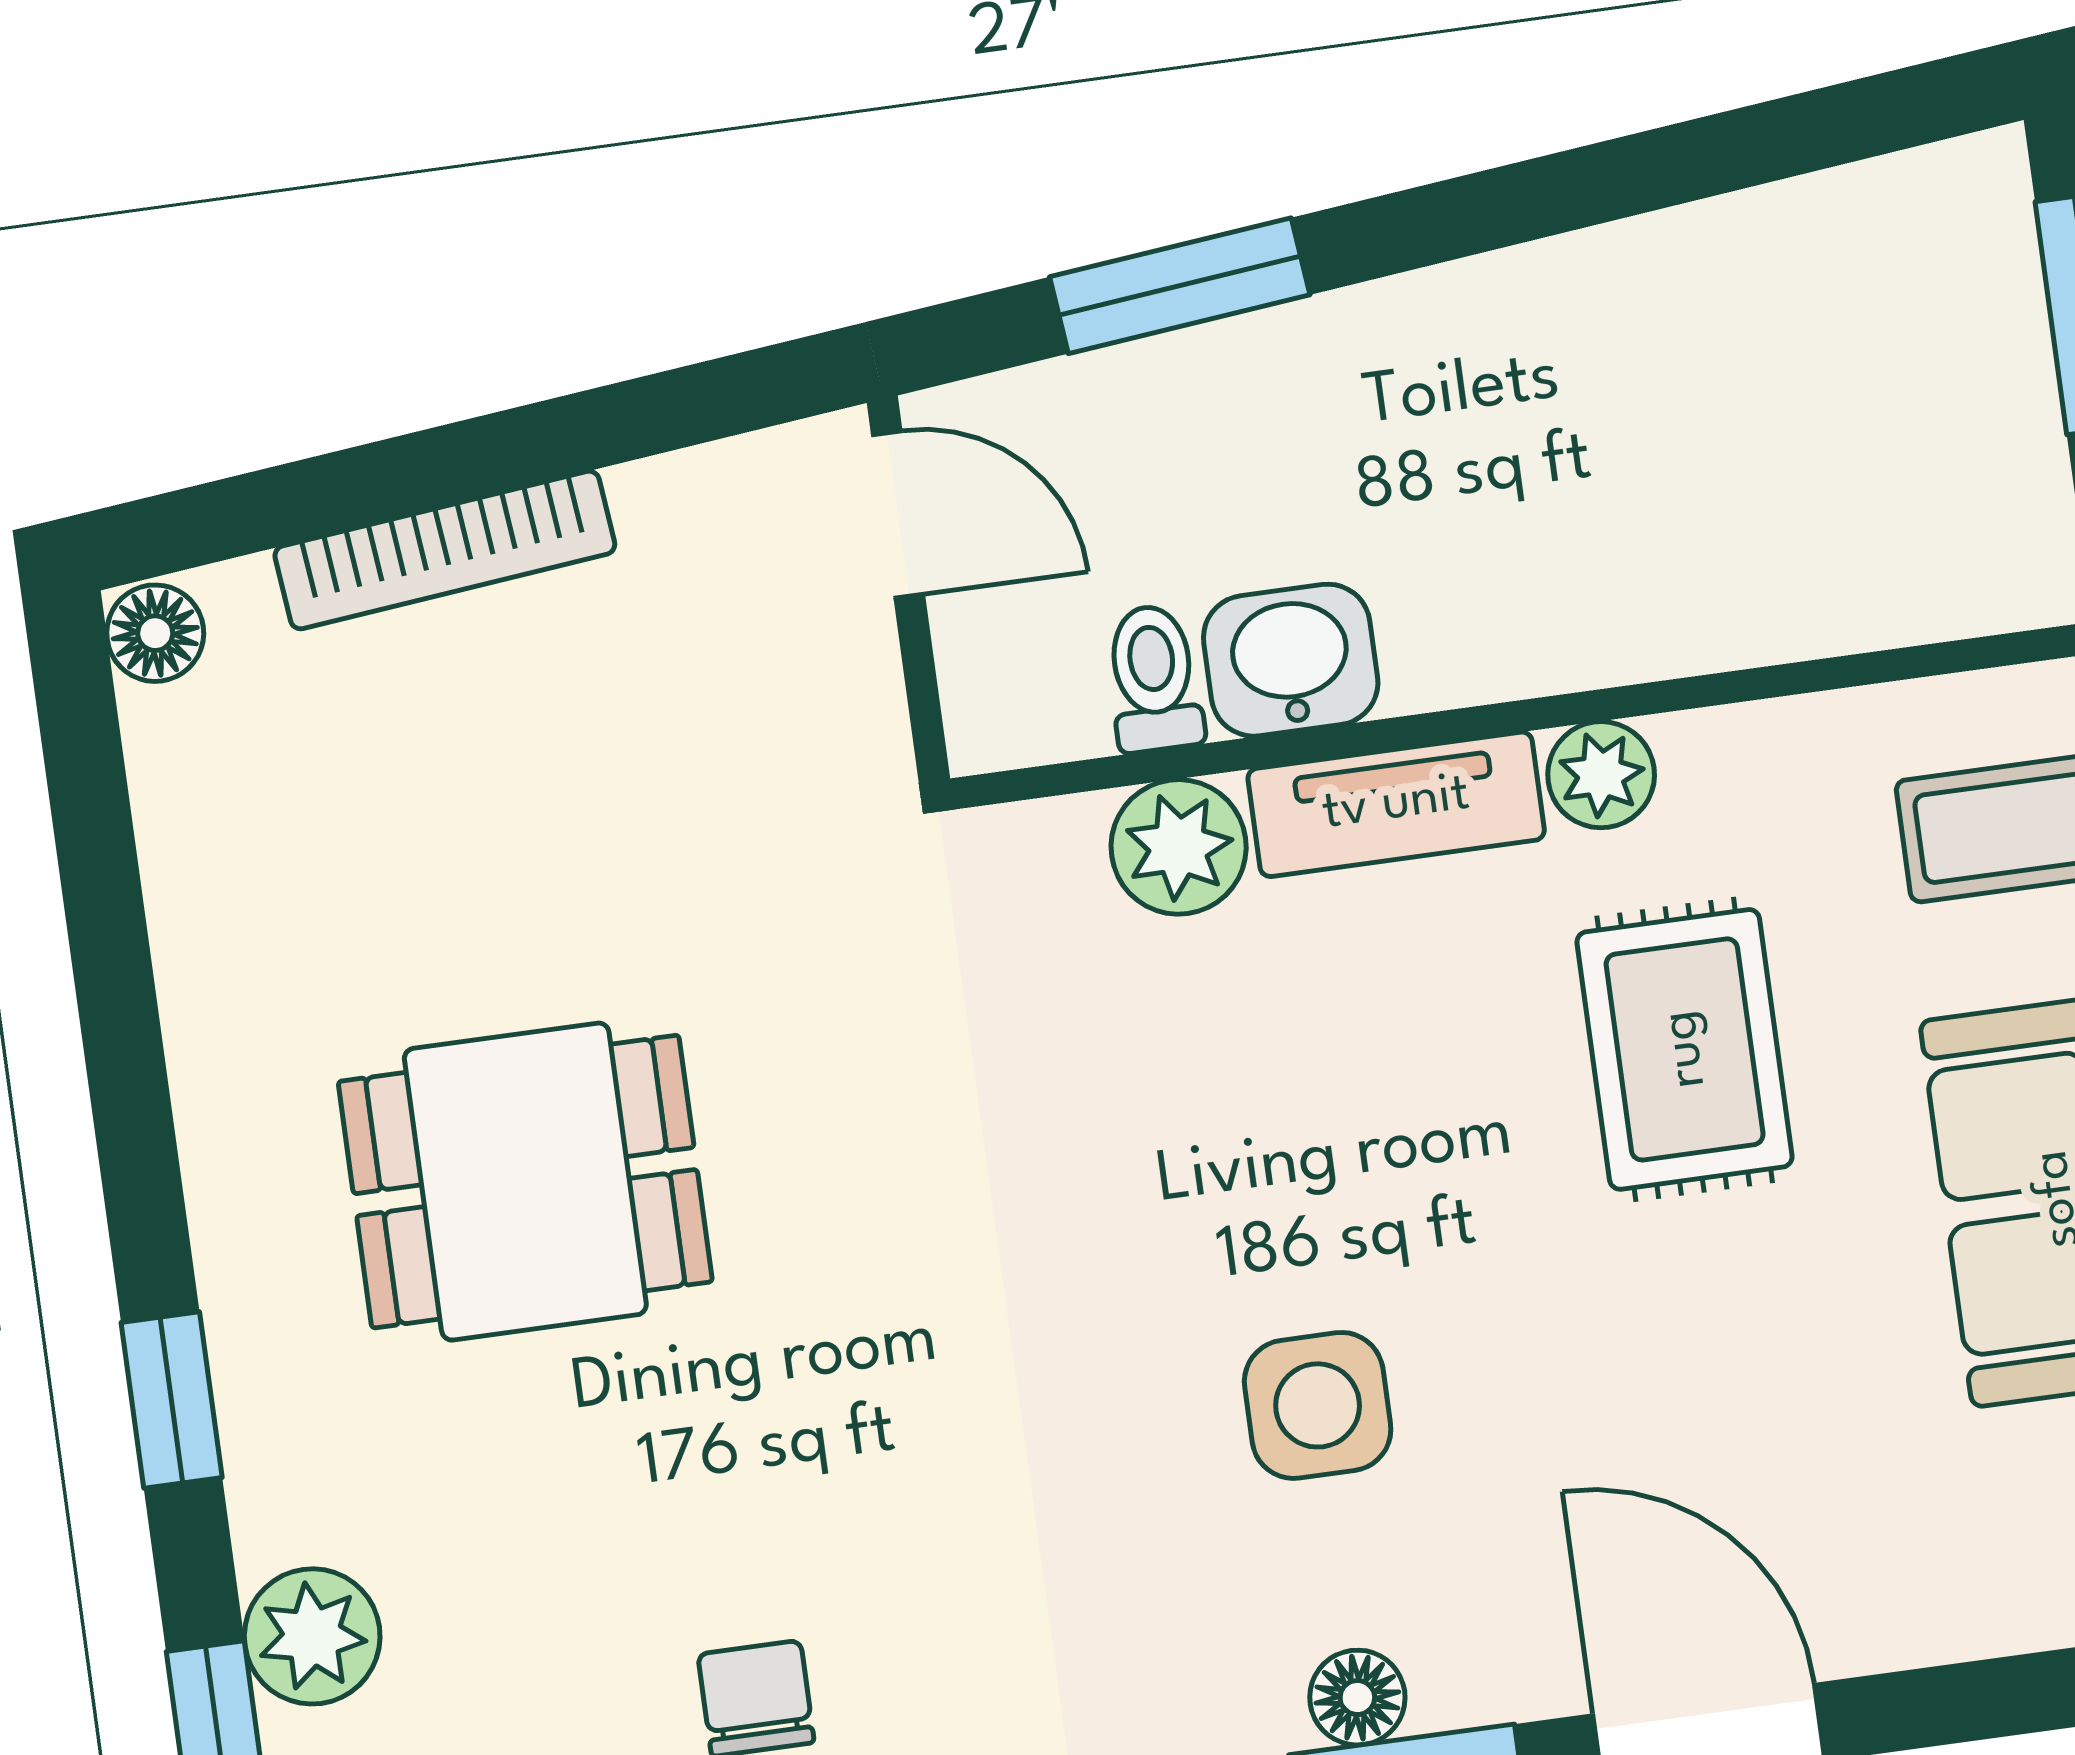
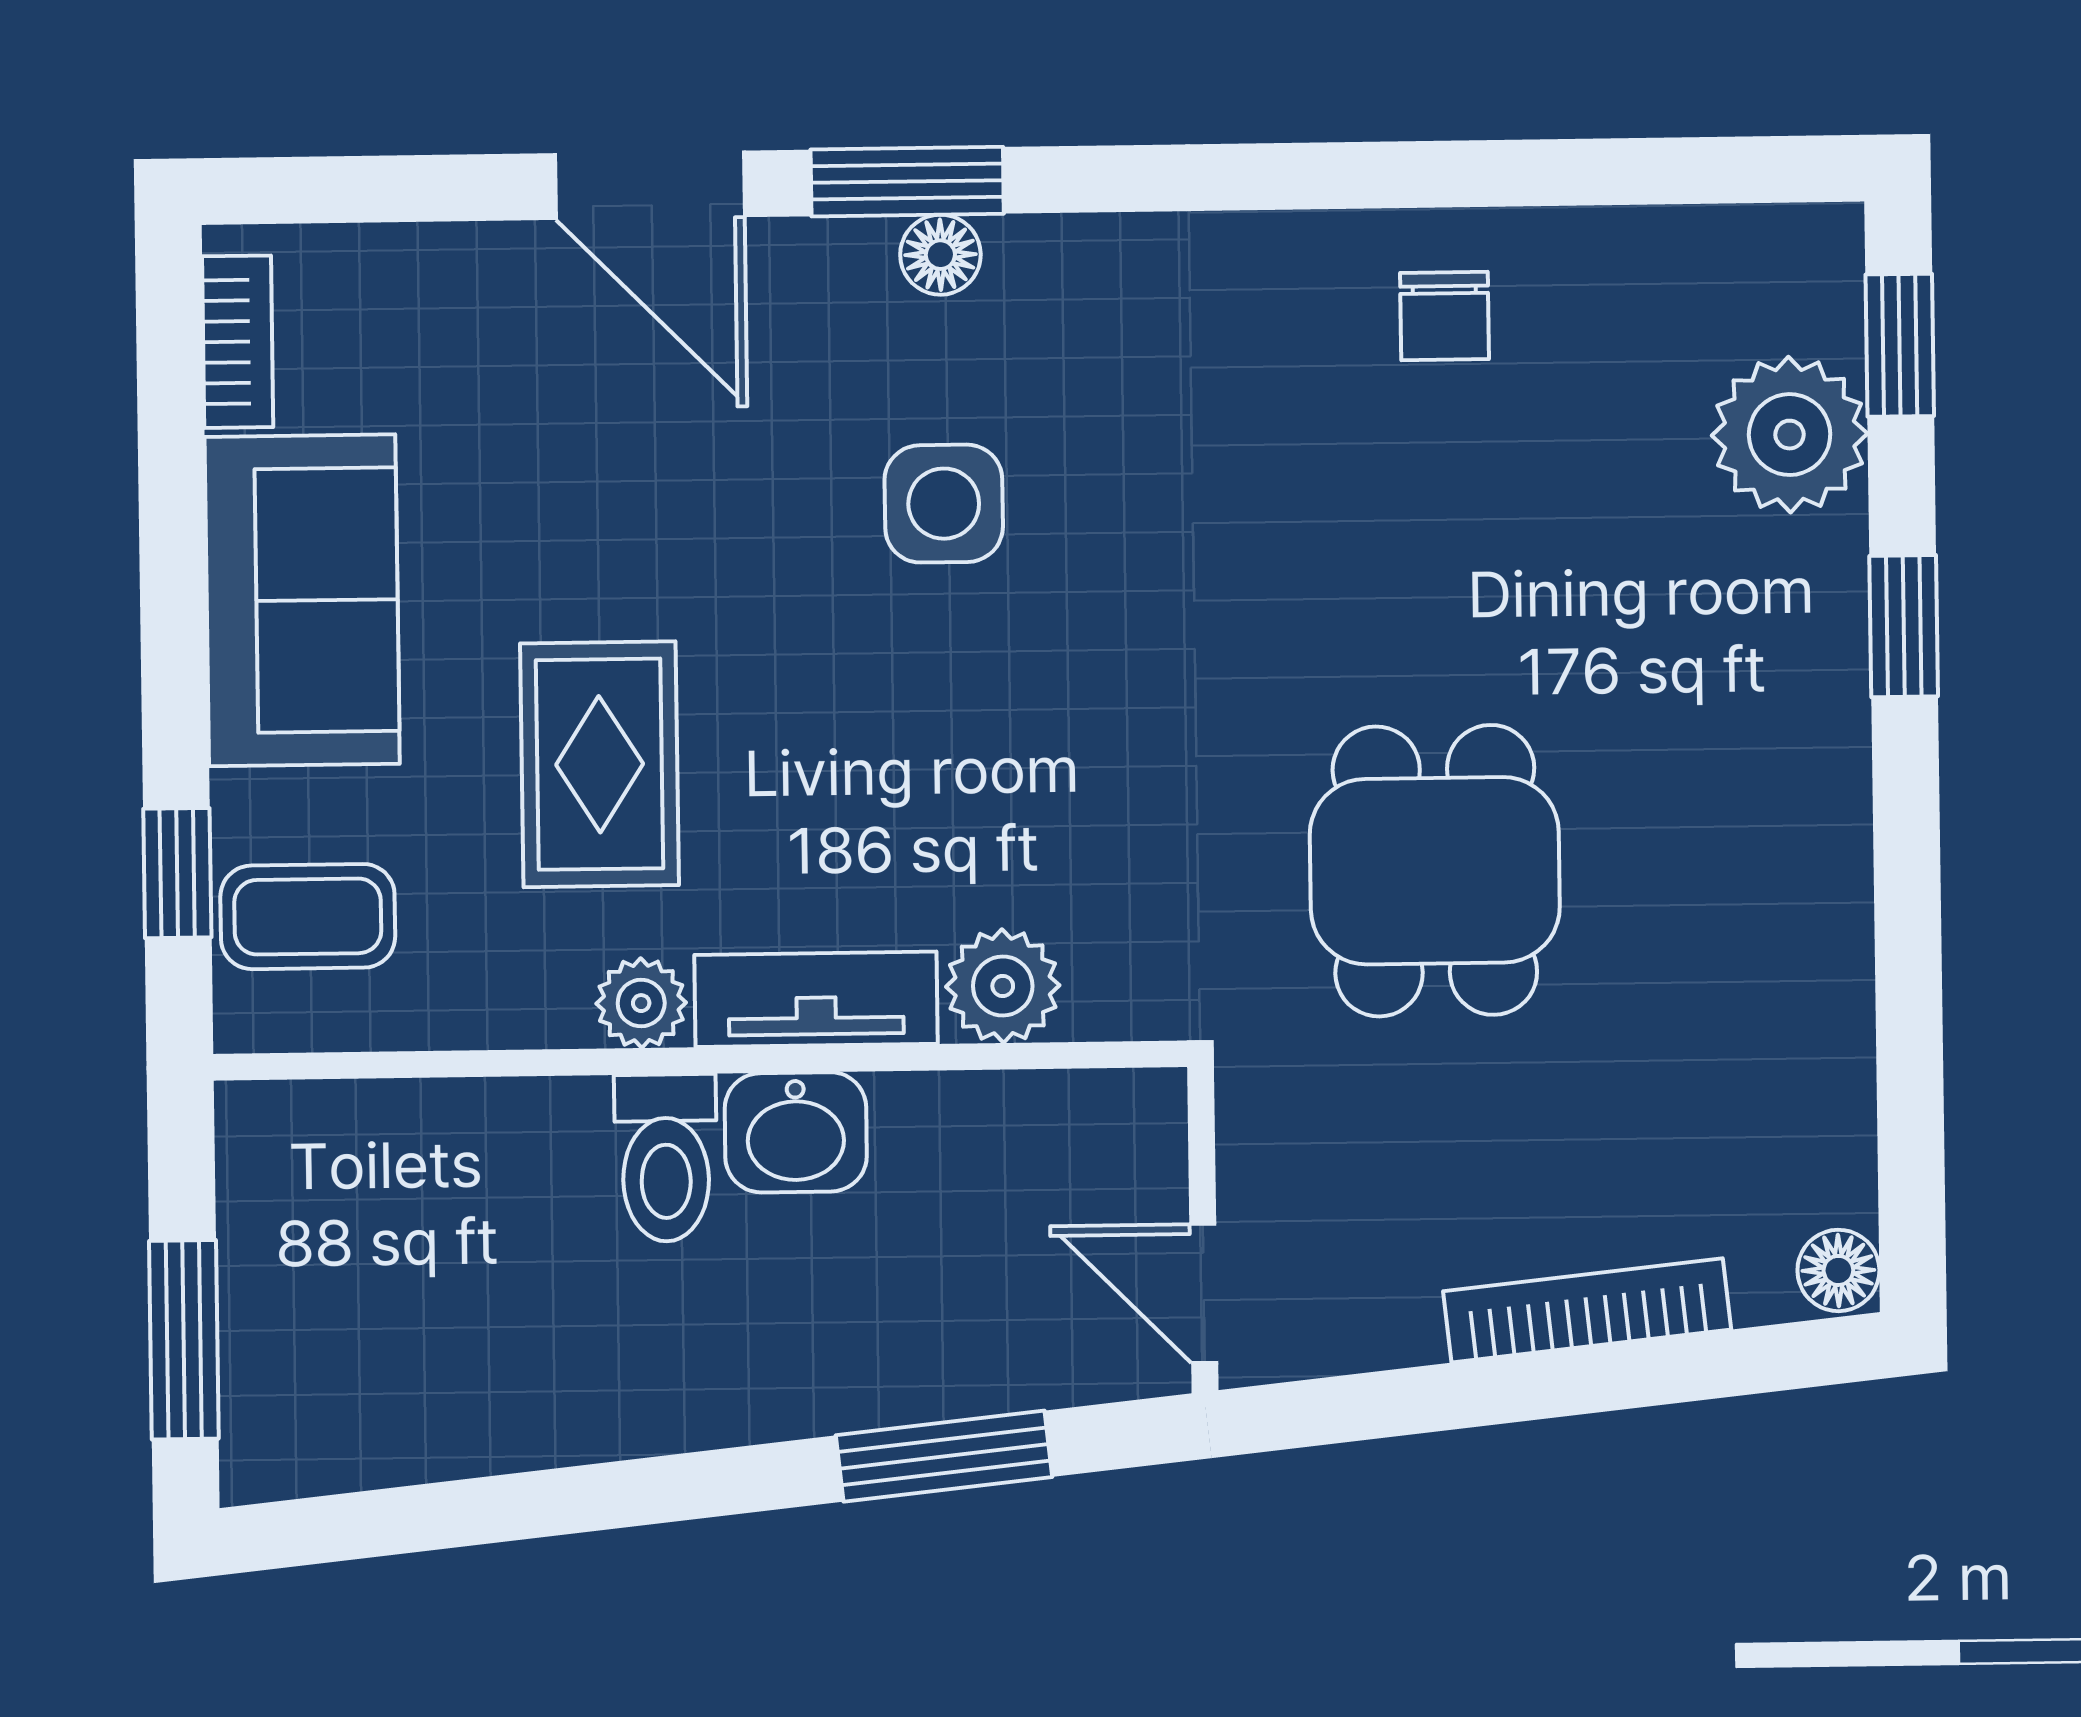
washbasin: (1291, 660) -> (796, 1132), moved
toilet: (1154, 678) -> (666, 1158), moved, width x1.37, depth x1.39
dining table: (525, 1182) -> (1435, 871), moved, turned 90
plant: (312, 1636) -> (1790, 435), width x1.36, depth x1.36

